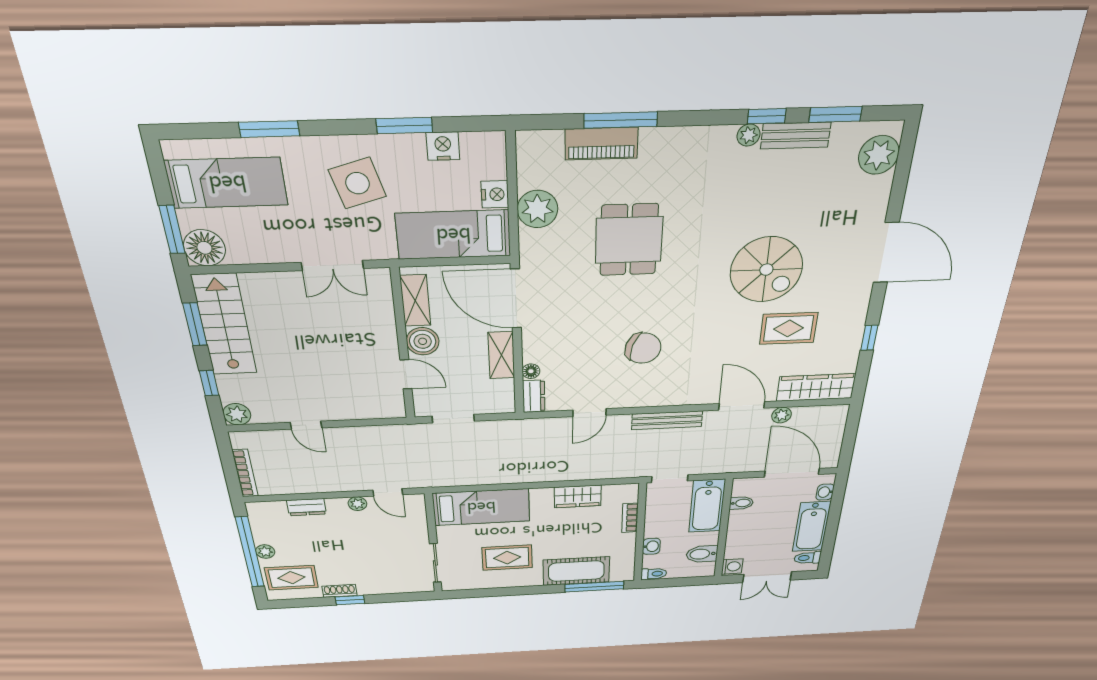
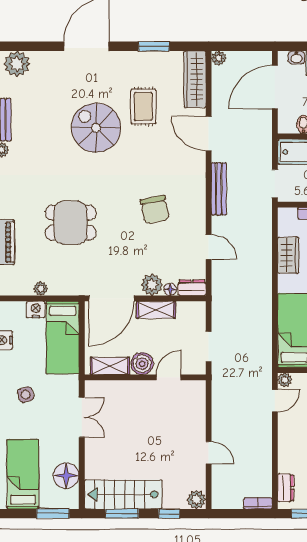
side table: (357, 183) -> (26, 395), width x0.54, depth x0.54
plant: (537, 209) -> (41, 289), width x0.53, depth x0.53
floor lamp: (205, 248) -> (66, 476), moved
spiral stairs: (766, 270) -> (96, 128), turned -90
window: (869, 338) -> (154, 46), width x1.50
chair: (643, 348) -> (155, 210), turned 149
plant: (537, 349) -> (152, 285), added
door: (742, 406) -> (209, 134), hinge flipped
plant: (782, 415) -> (219, 58), moved
door: (306, 425) -> (209, 453), hinge flipped
bookcase: (245, 473) -> (258, 503), width x0.64
plant: (357, 504) -> (285, 380), moved
dresser: (307, 507) -> (286, 488), moved

